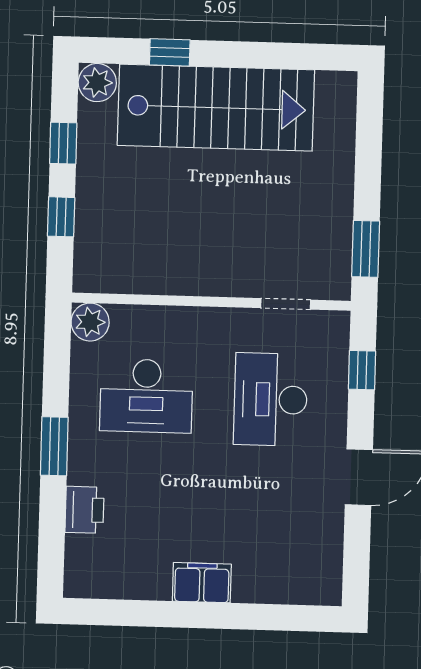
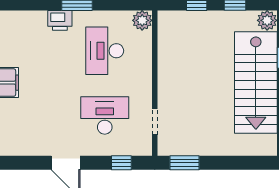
printer: (85, 510) -> (60, 20), moved

